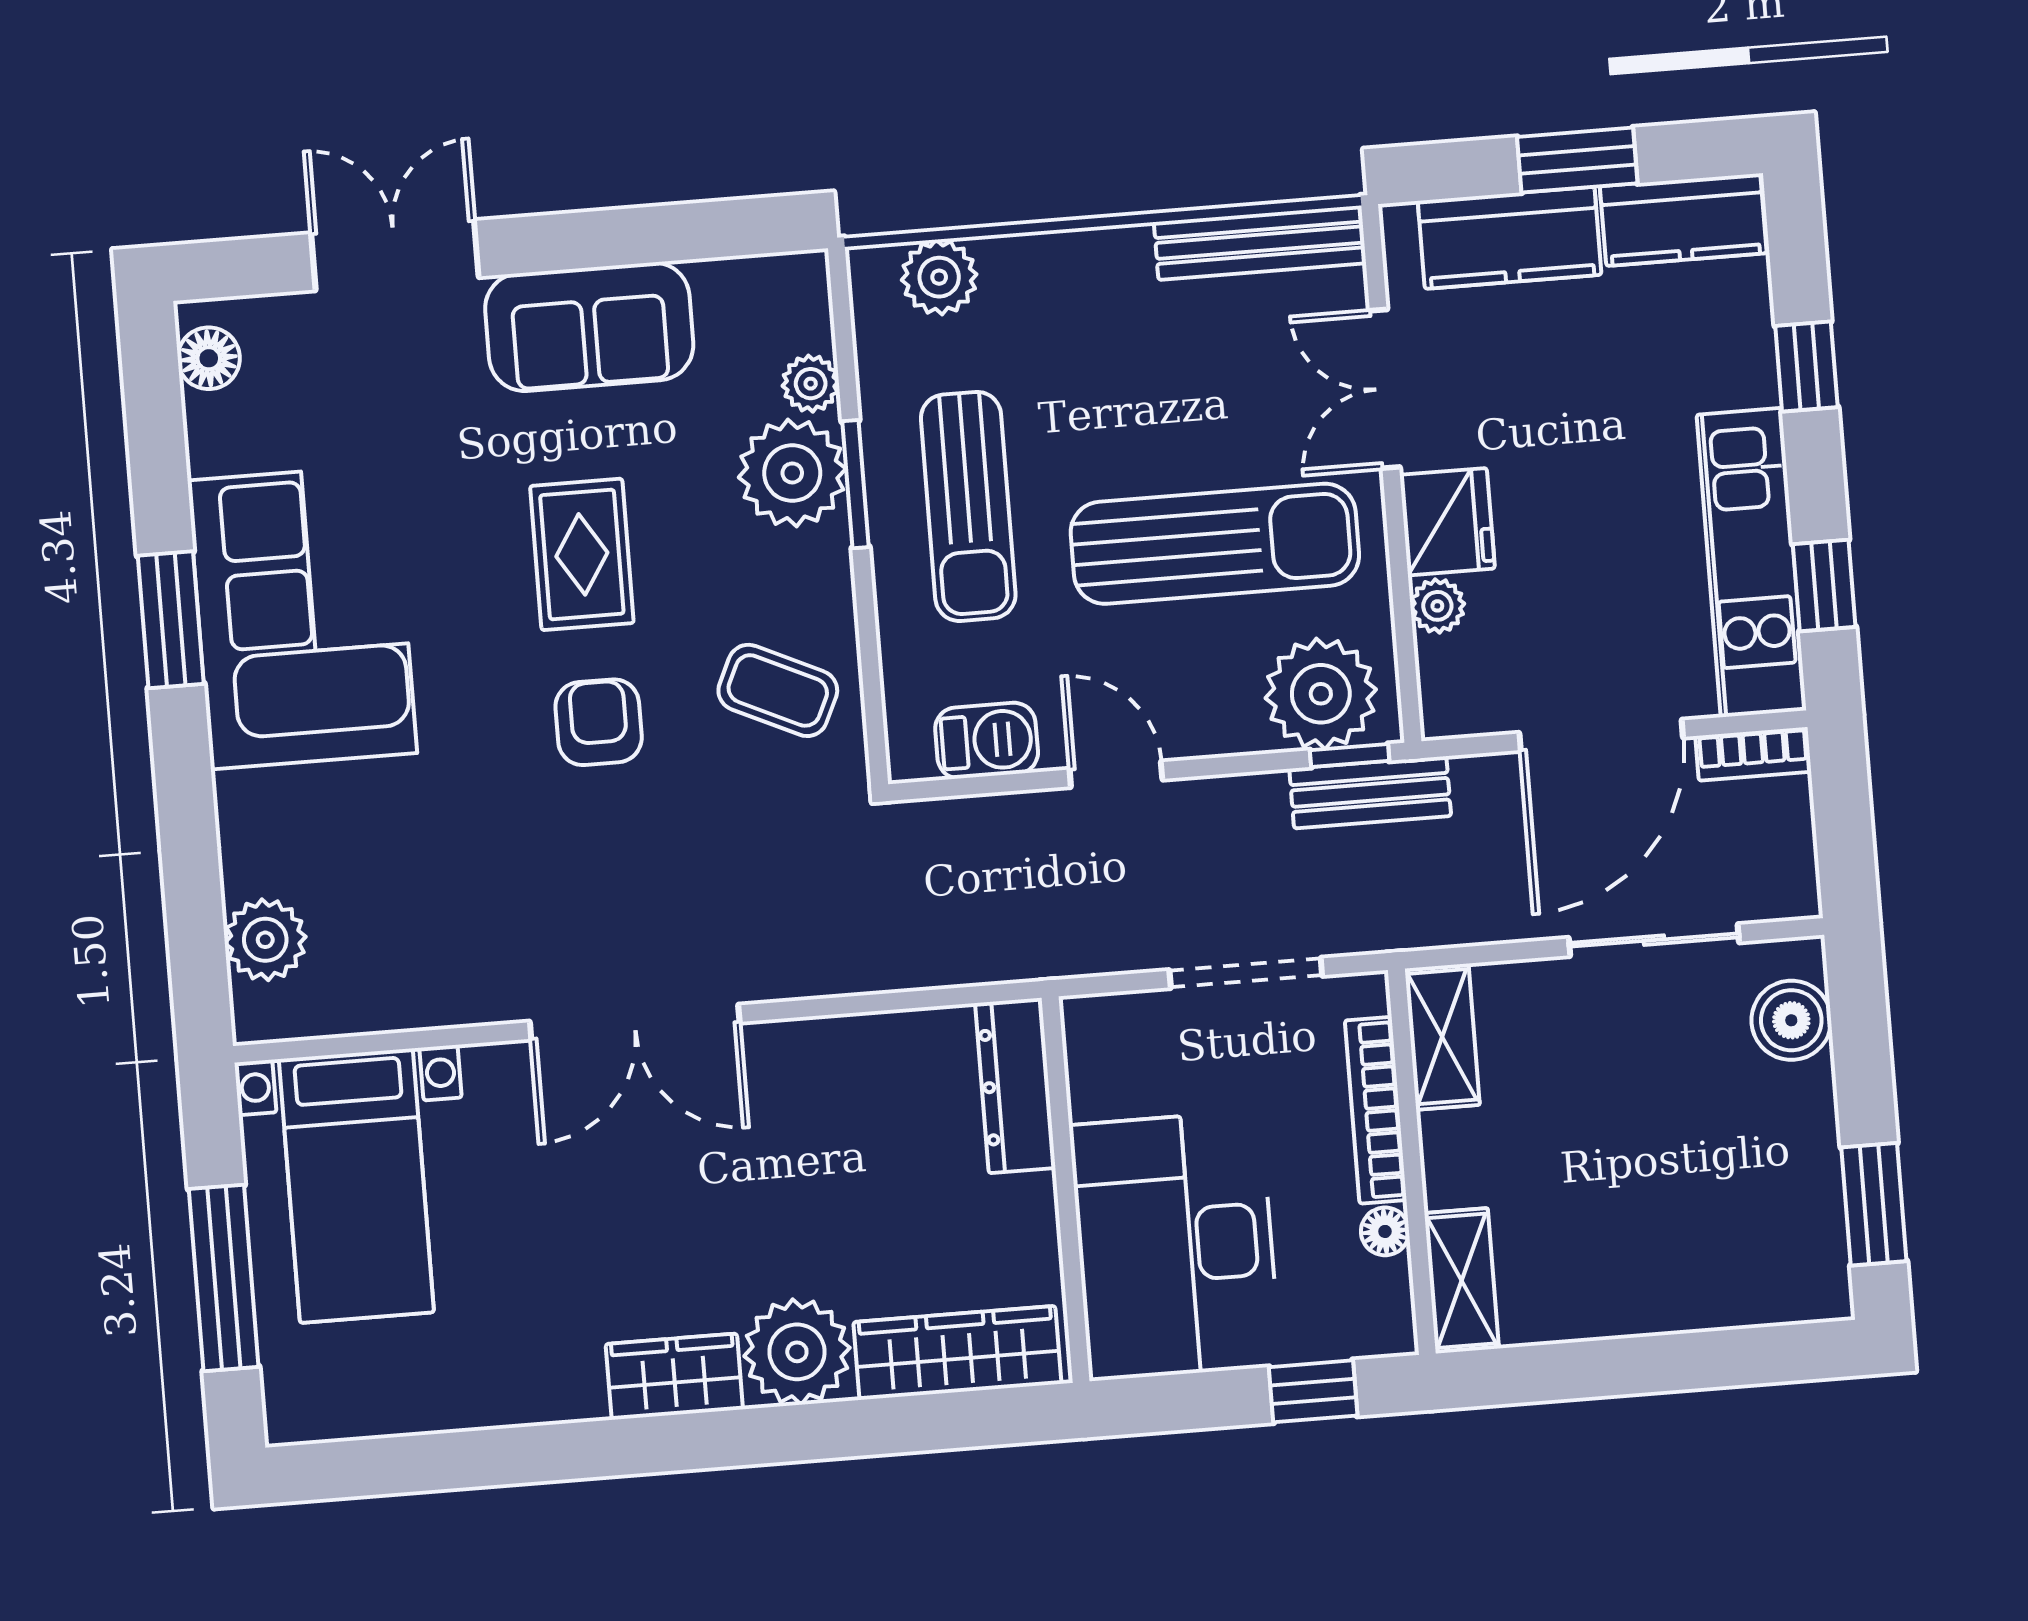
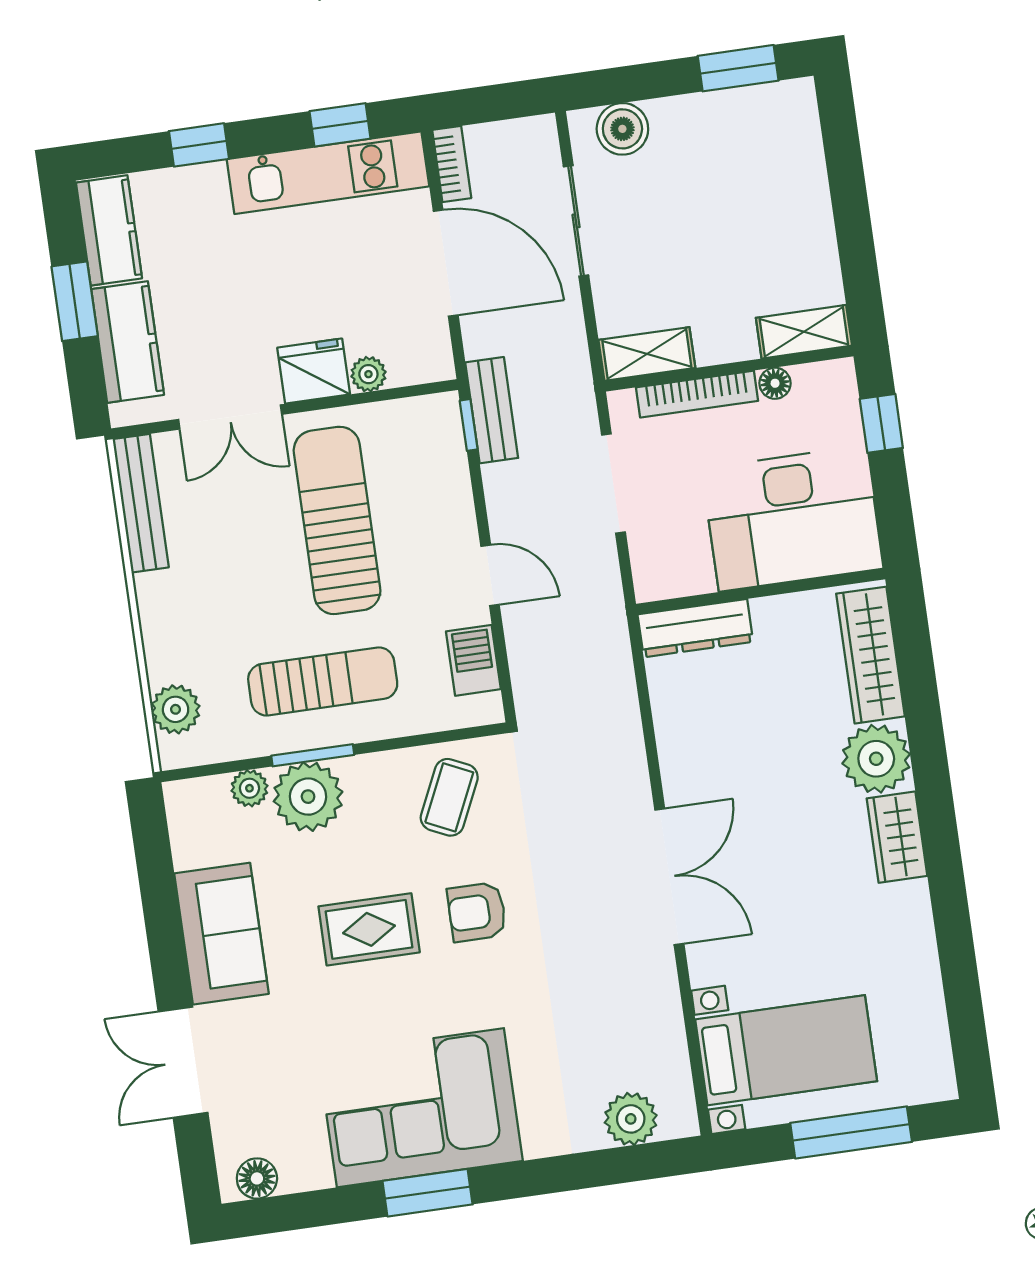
plant: (1321, 694) -> (430, 446), removed
door: (1116, 774) -> (490, 575), swing flipped

